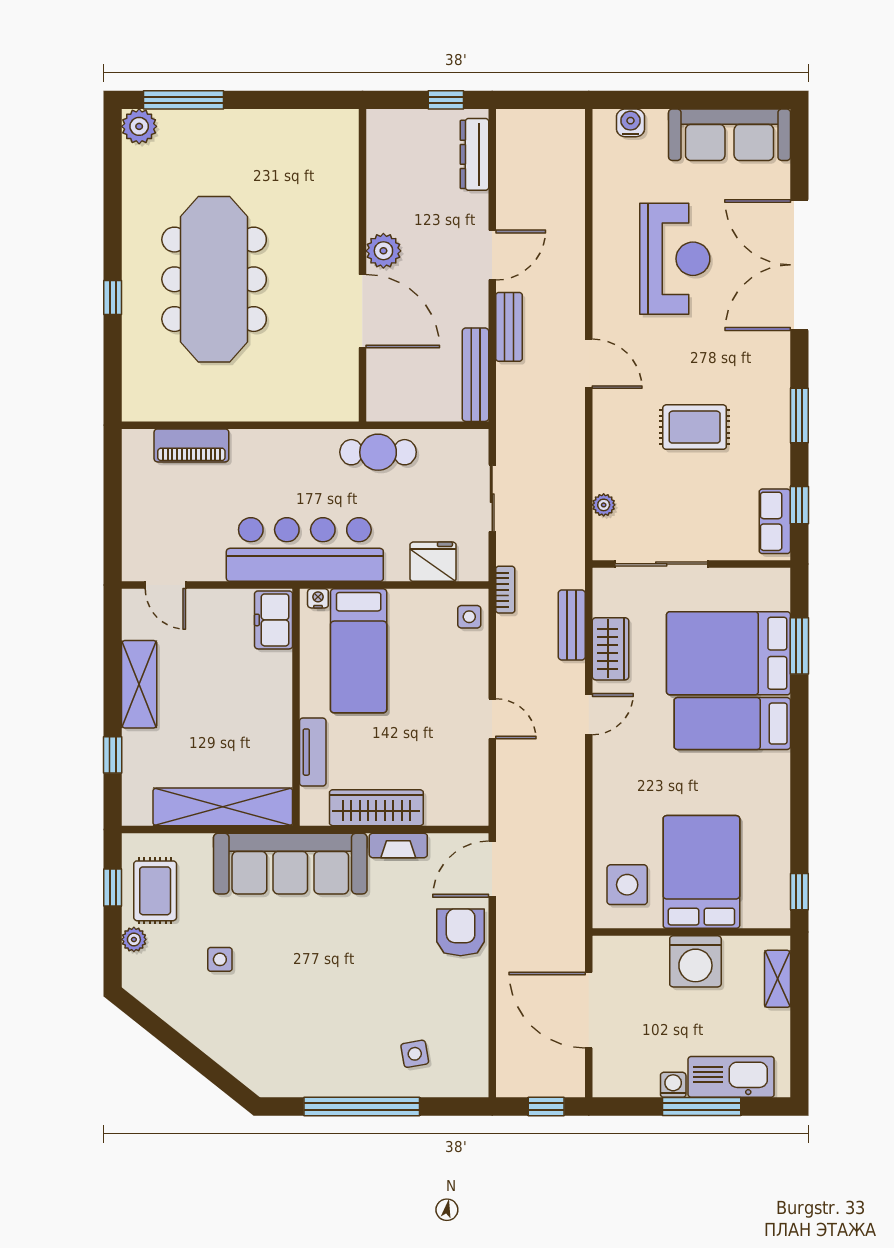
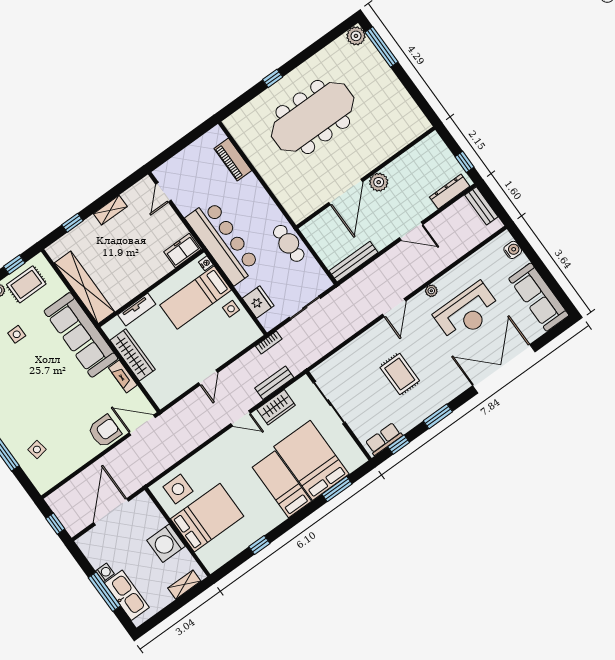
bench: (509, 327) -> (481, 206), moved, turned 90
plant: (604, 505) -> (431, 291), moved
side table: (469, 617) -> (231, 309), moved
shelving: (139, 684) -> (110, 210), width x0.67, depth x0.75
window: (799, 892) -> (259, 545), moved

